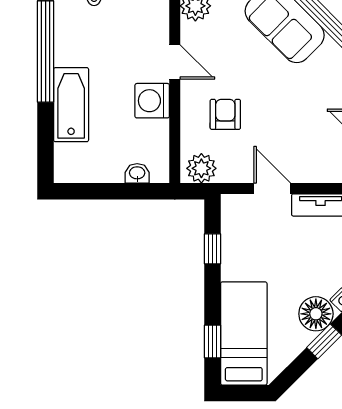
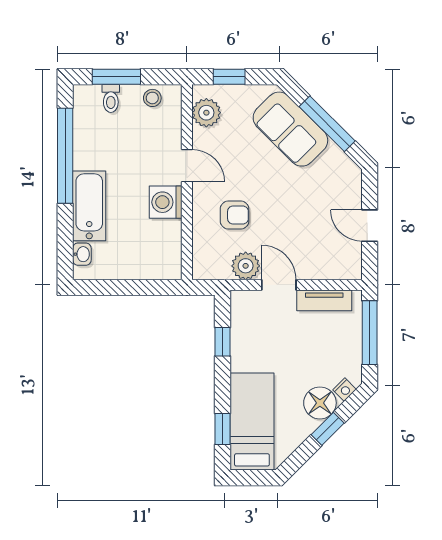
armchair: (225, 114) -> (235, 215), turned 90
plant: (201, 168) -> (246, 266), moved
washbasin: (137, 173) -> (82, 254), moved, turned 90

